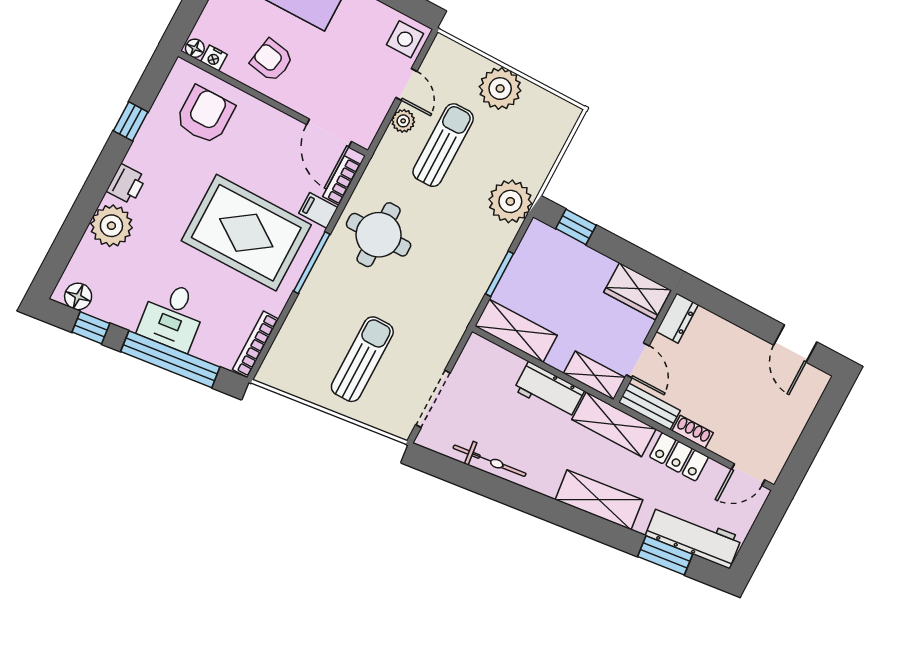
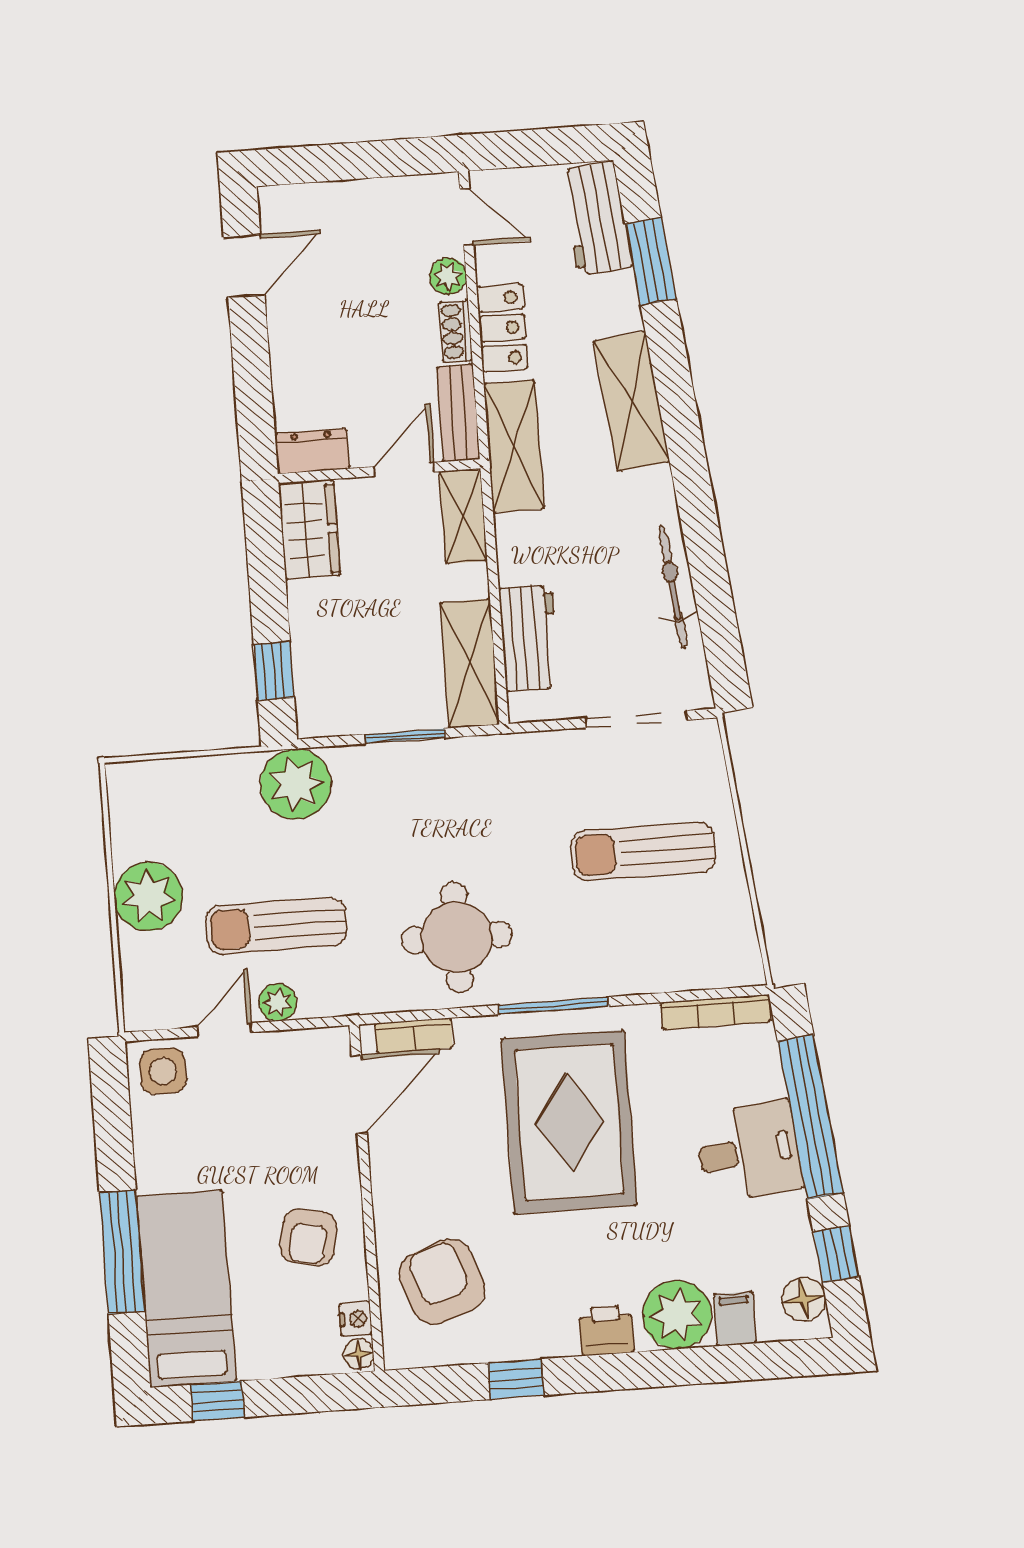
armchair: (205, 115) -> (442, 1282), turned 70
filing cabinet: (318, 210) -> (735, 1319), moved, turned 180
workbench: (549, 390) -> (529, 638), moved
plant: (723, 446) -> (448, 276), added
workbench: (694, 537) -> (596, 219), width x0.73

